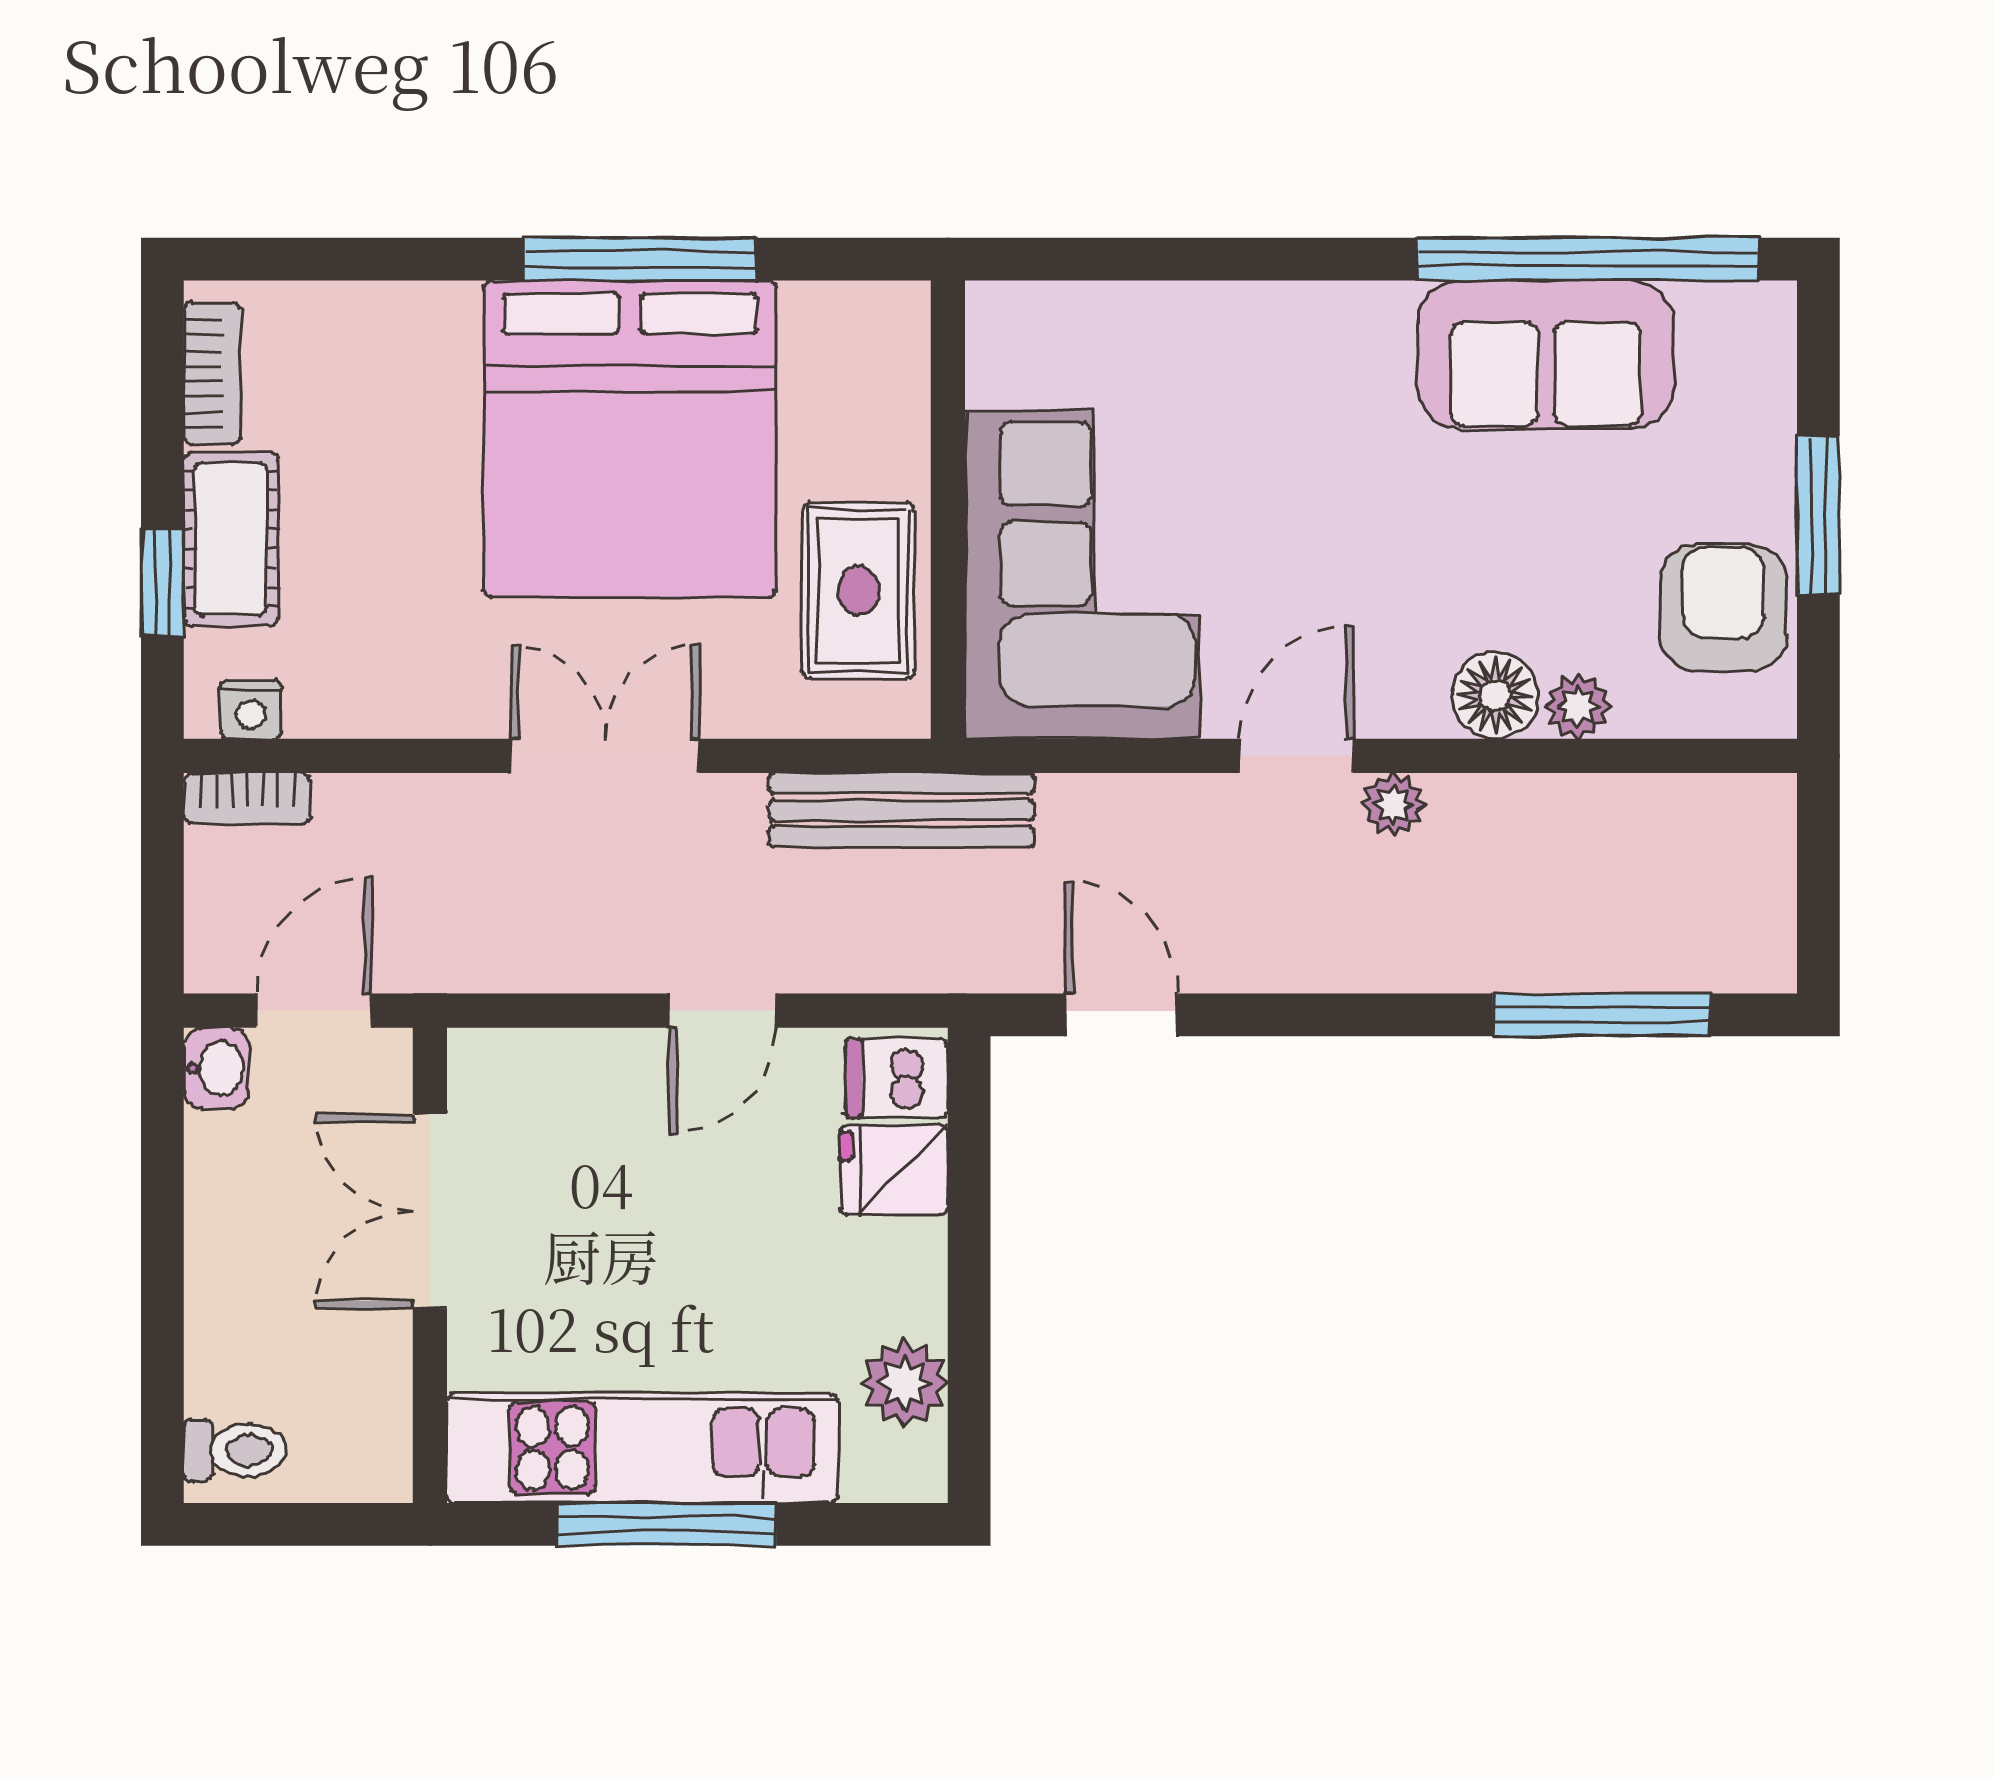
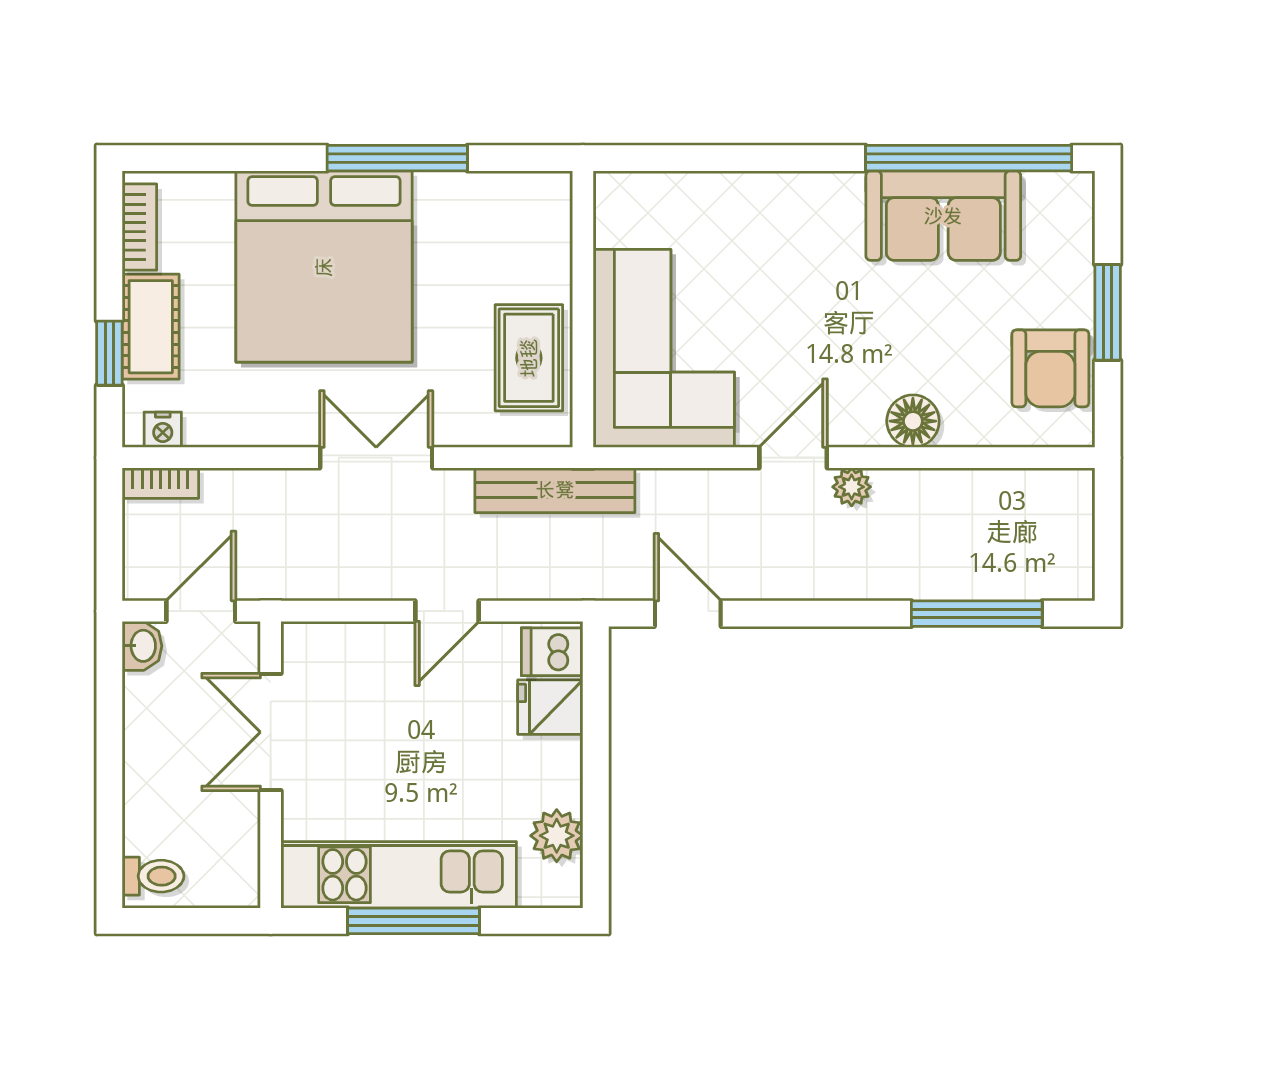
bed: (630, 439) -> (324, 267), moved
armchair: (1723, 608) -> (1050, 368), turned 180
plant: (1578, 706) -> (963, 428), removed

